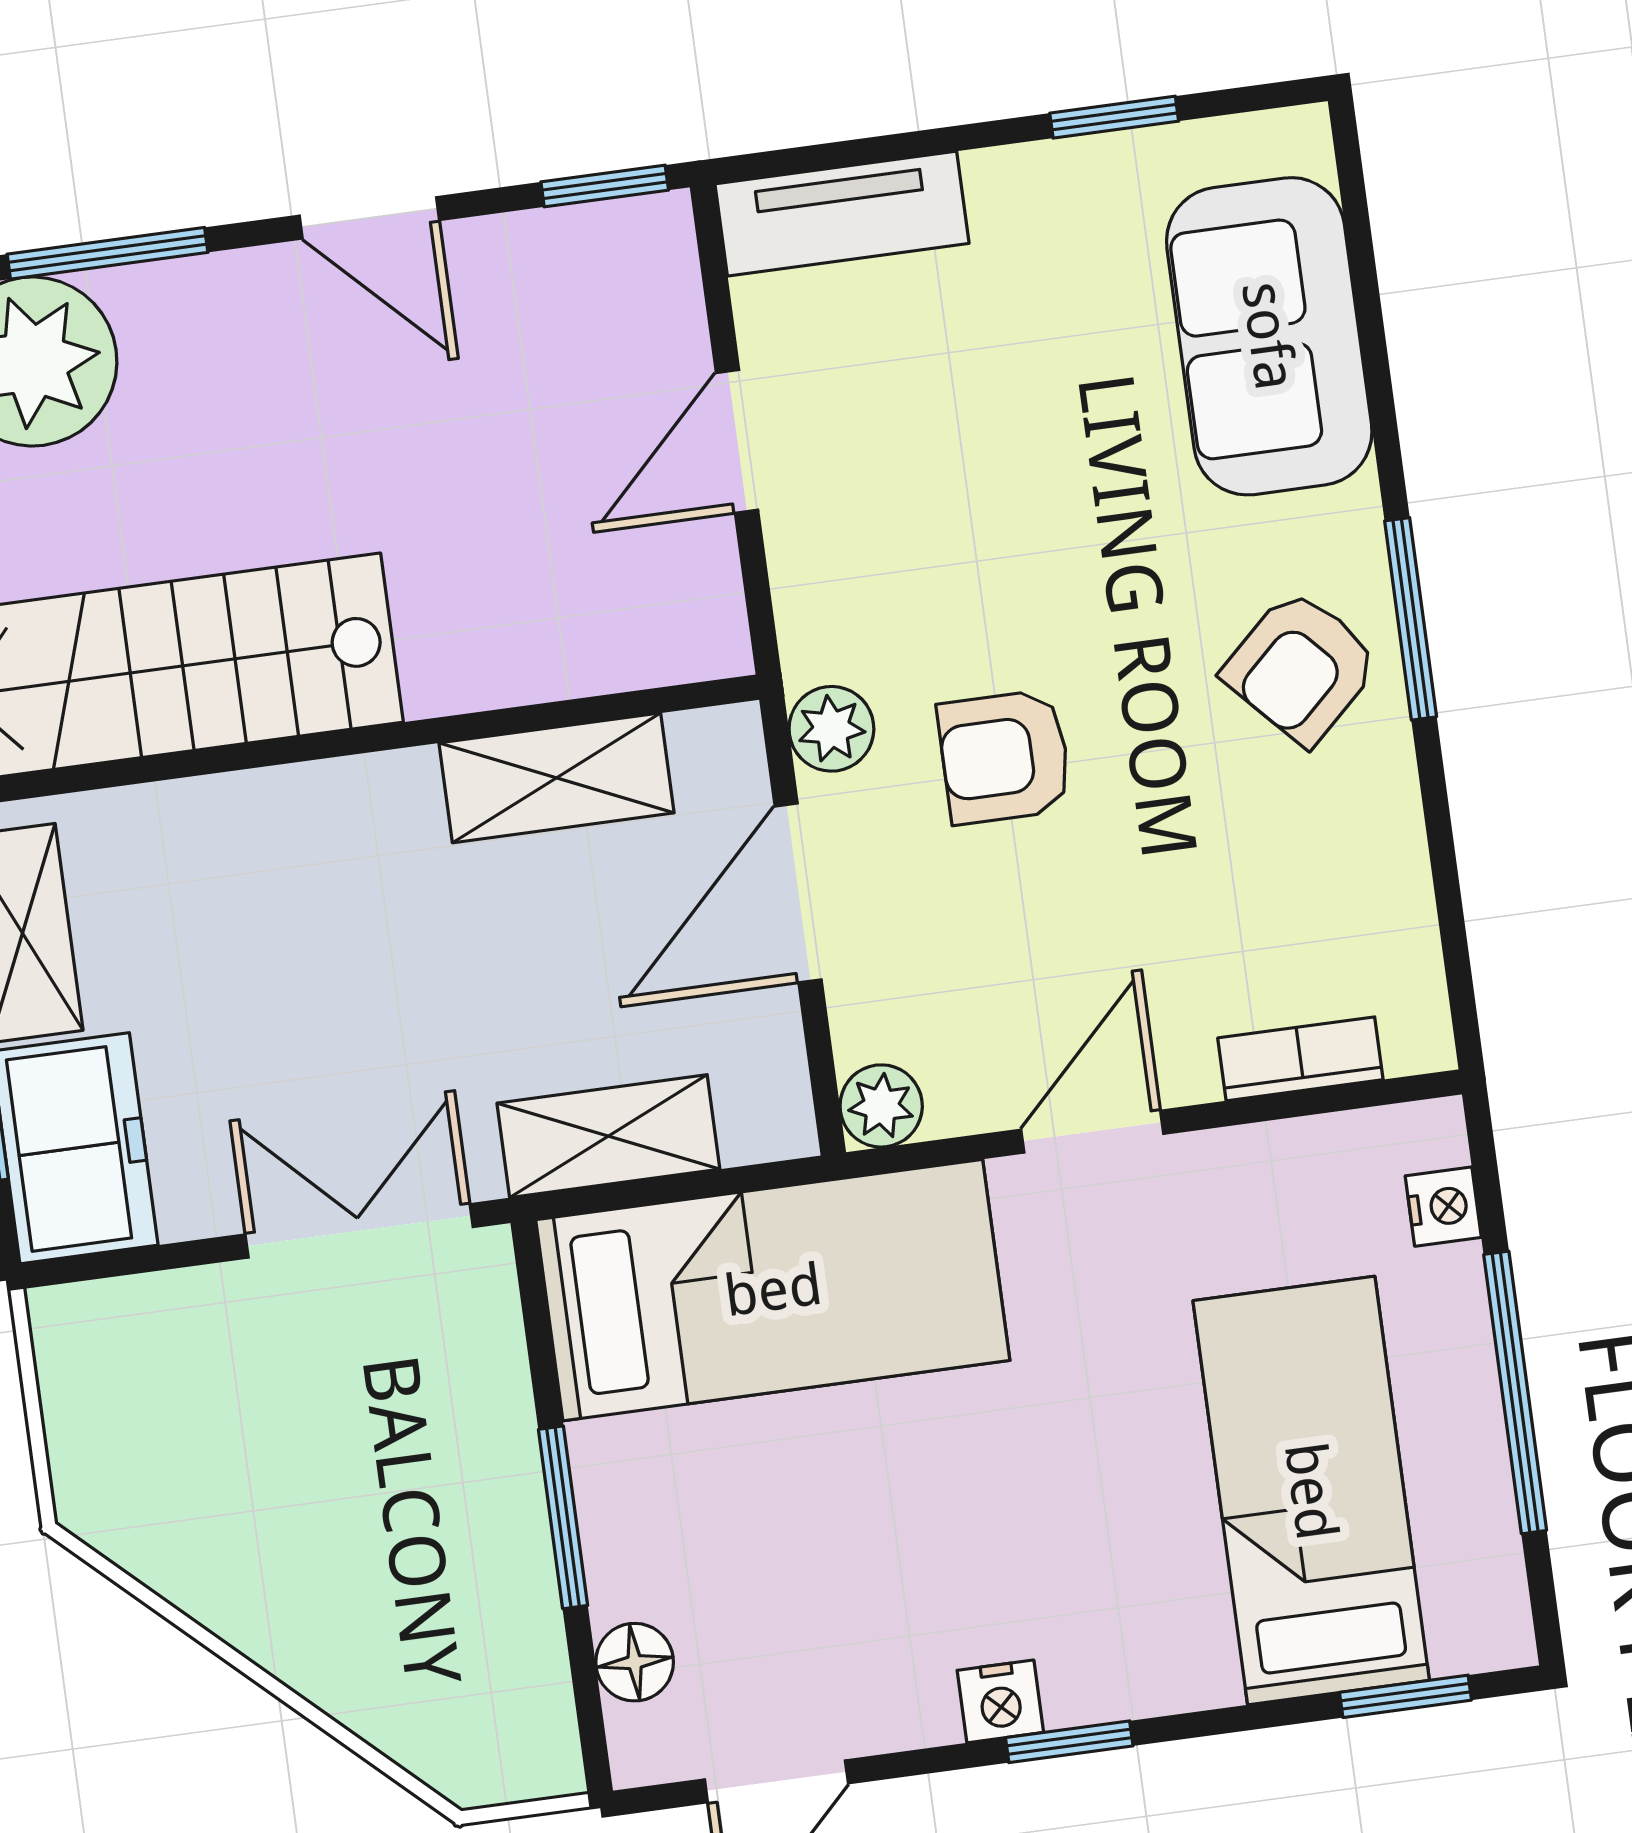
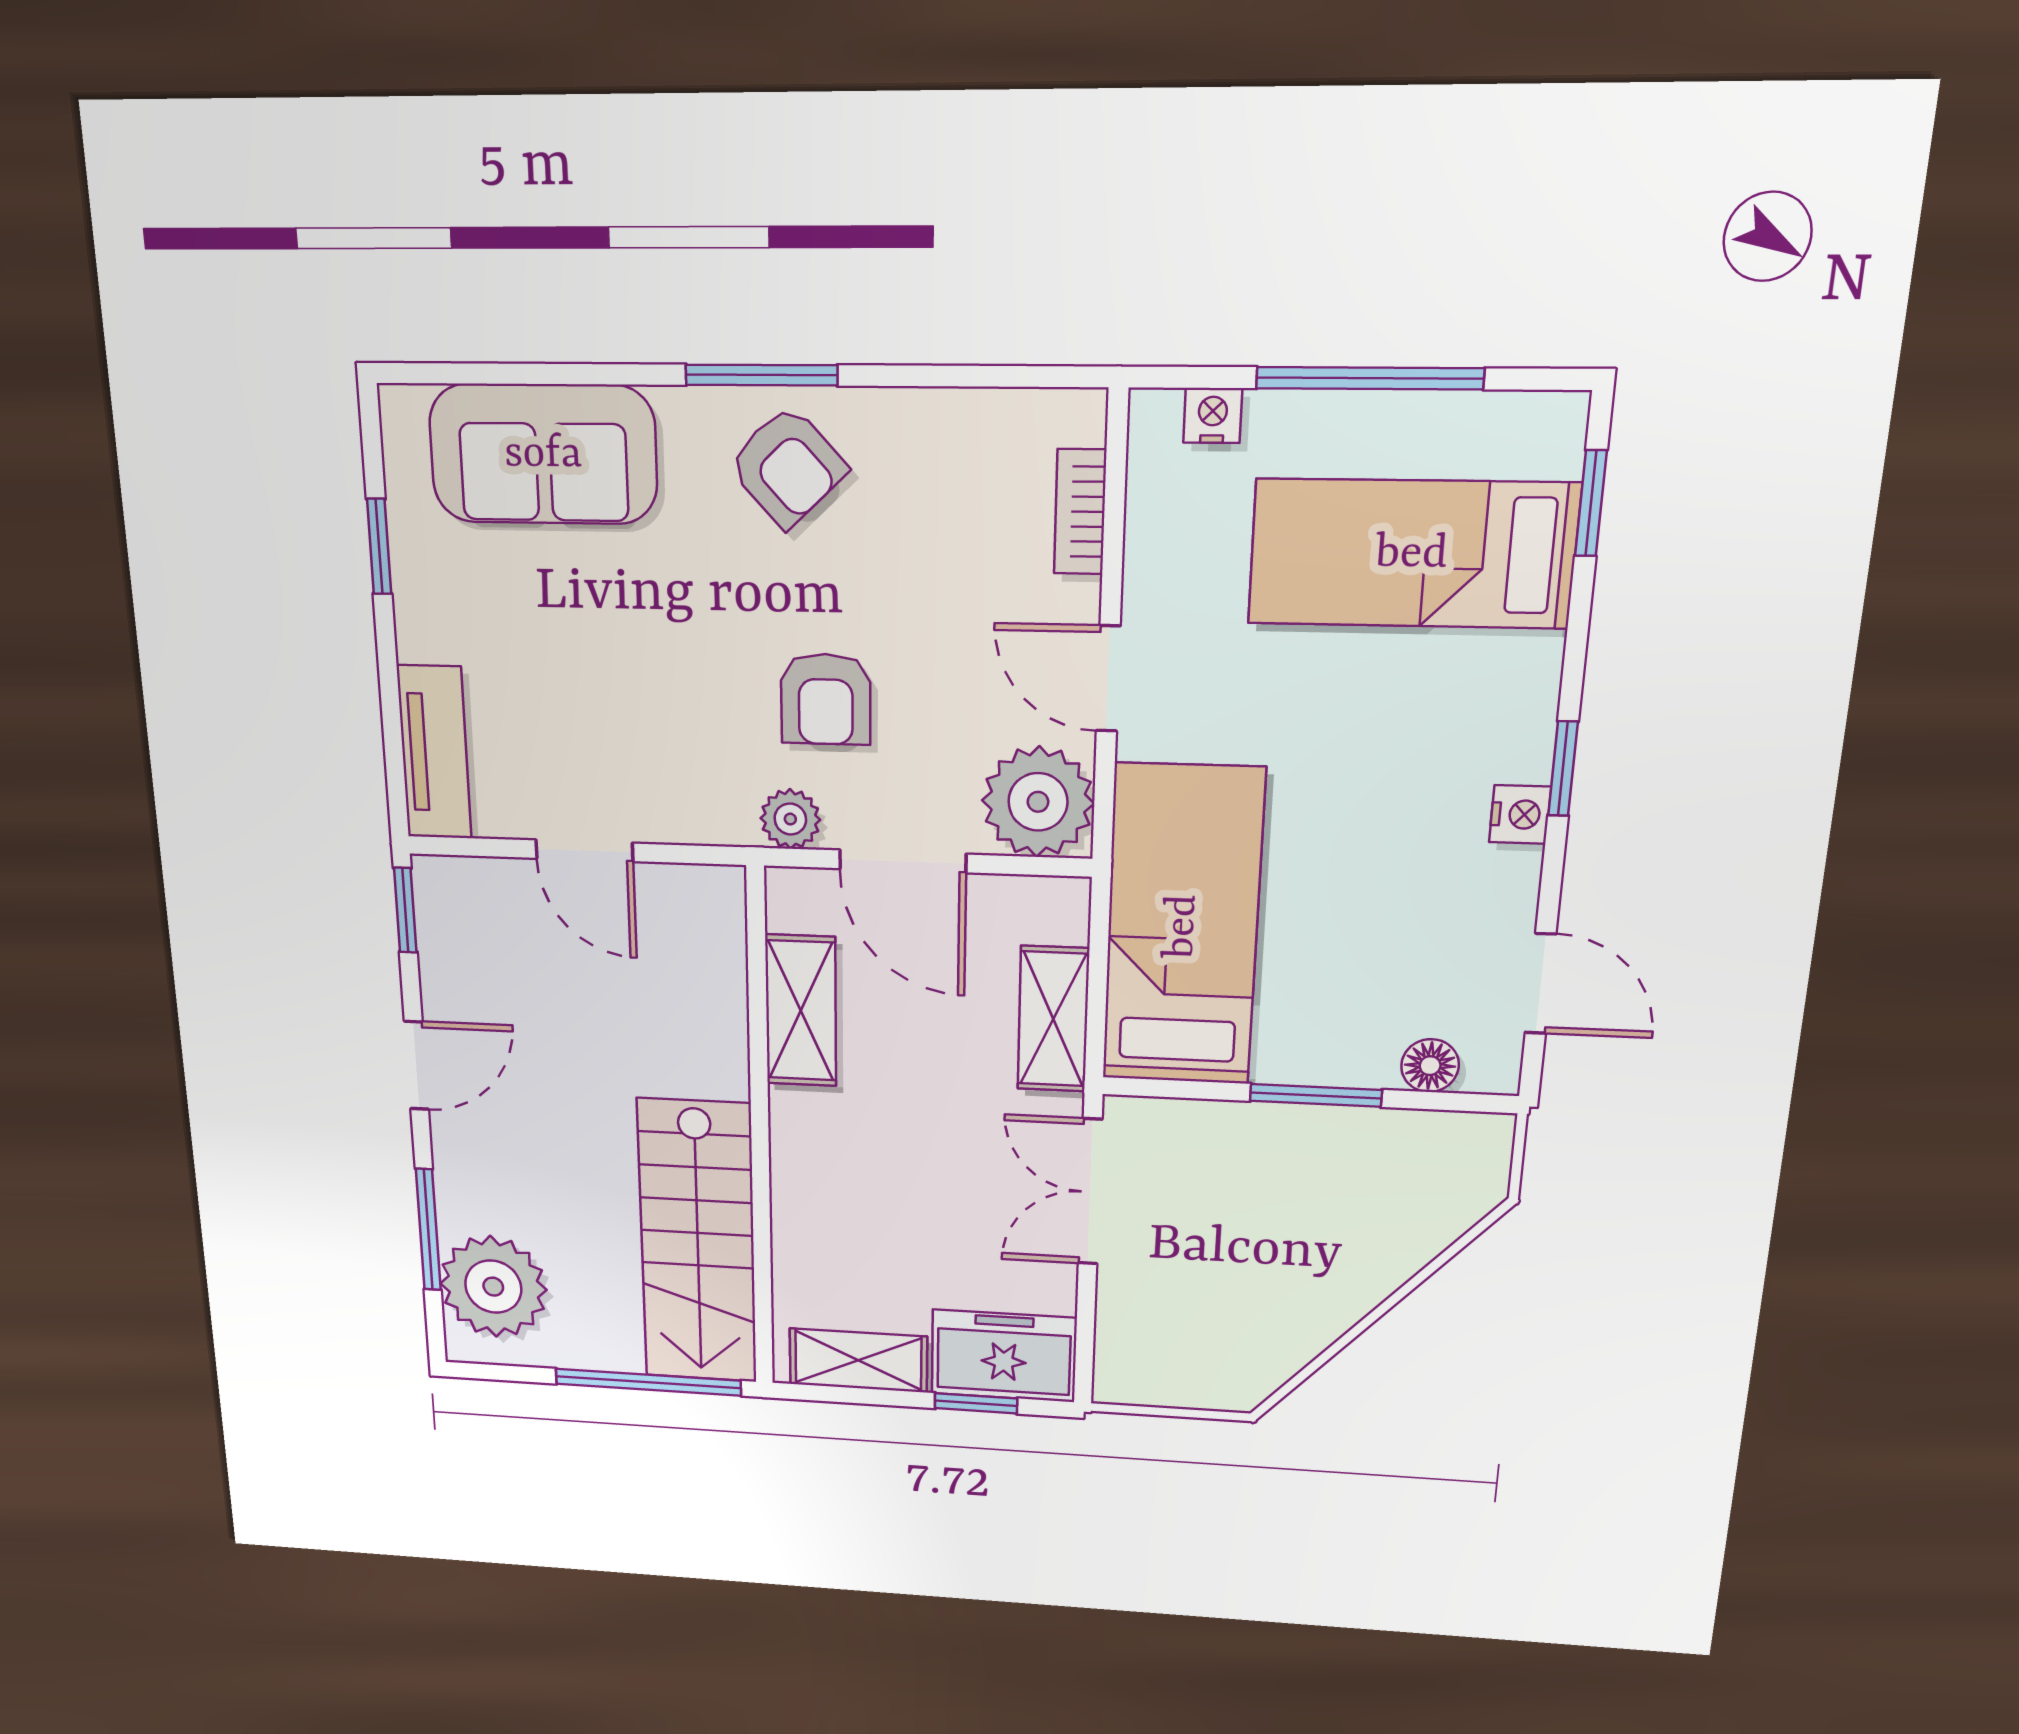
plant: (881, 1106) -> (1038, 802), width x1.88, depth x1.88

